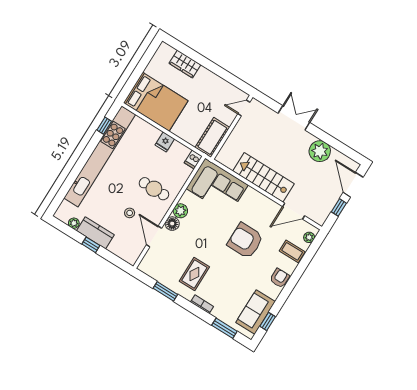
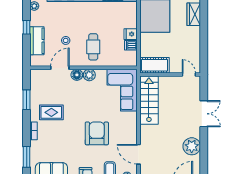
dishwasher: (193, 159) -> (131, 45), moved
stairs: (263, 177) -> (149, 100), moved
kitchen counter: (95, 233) -> (37, 41), moved

